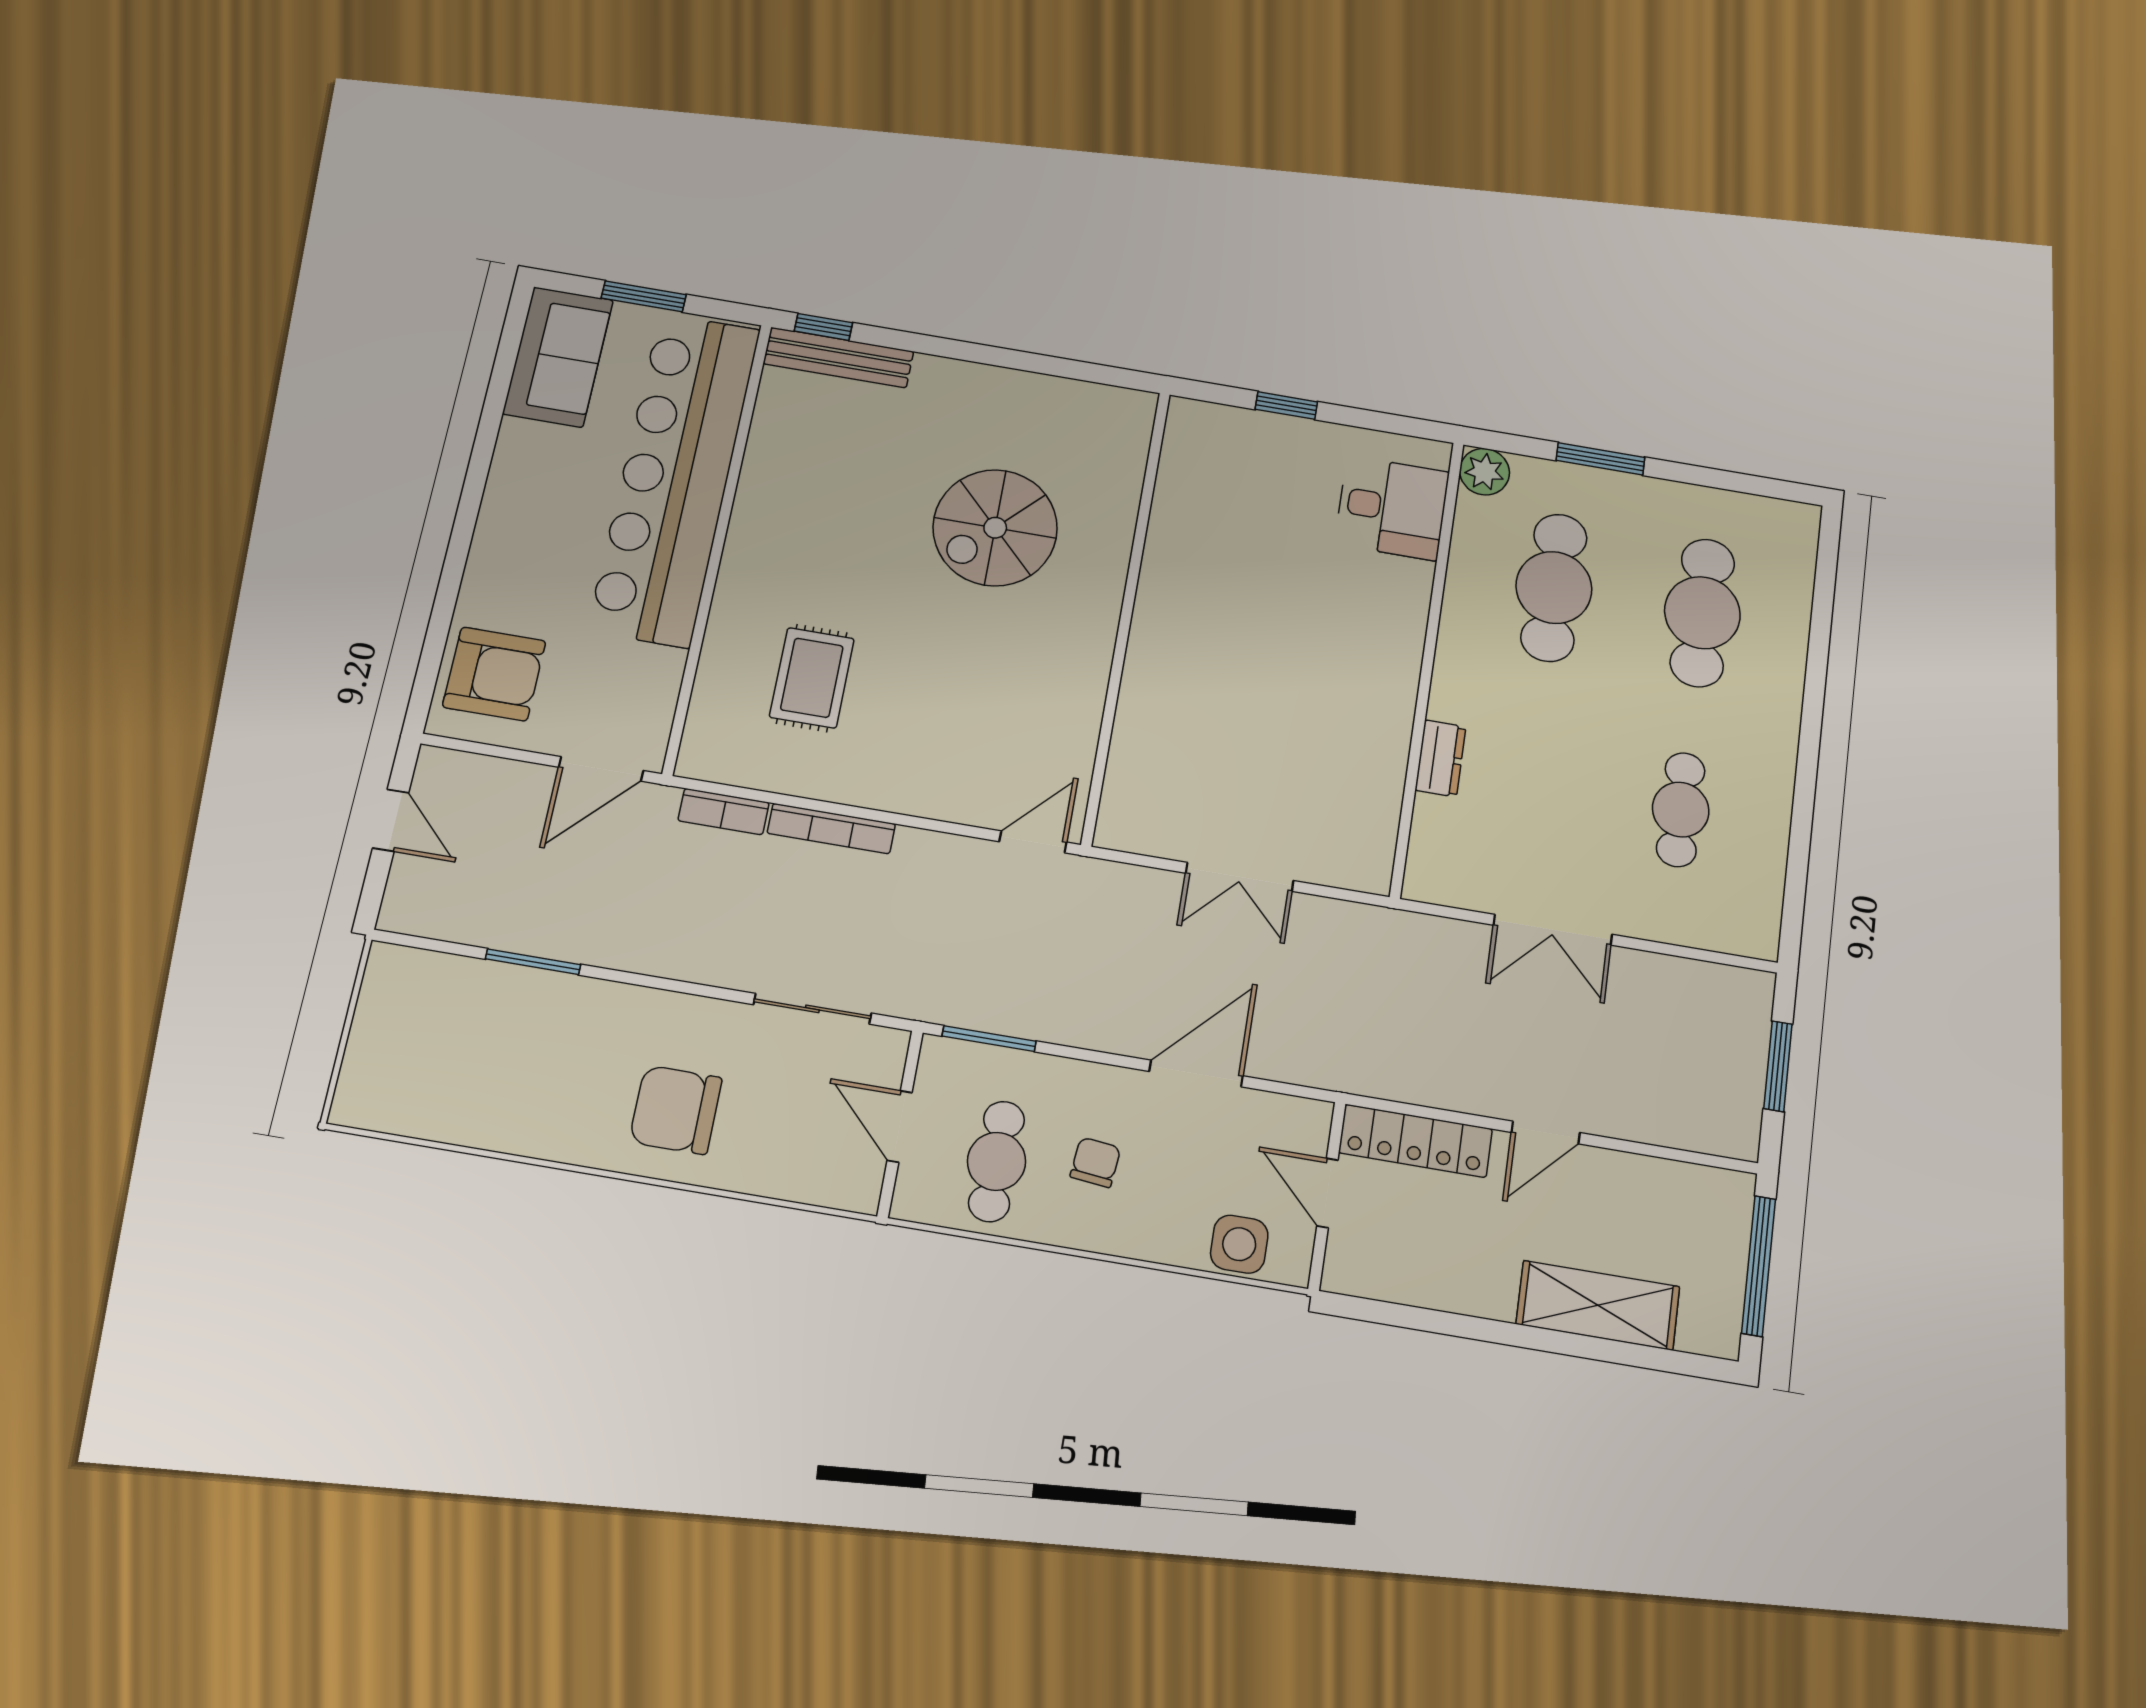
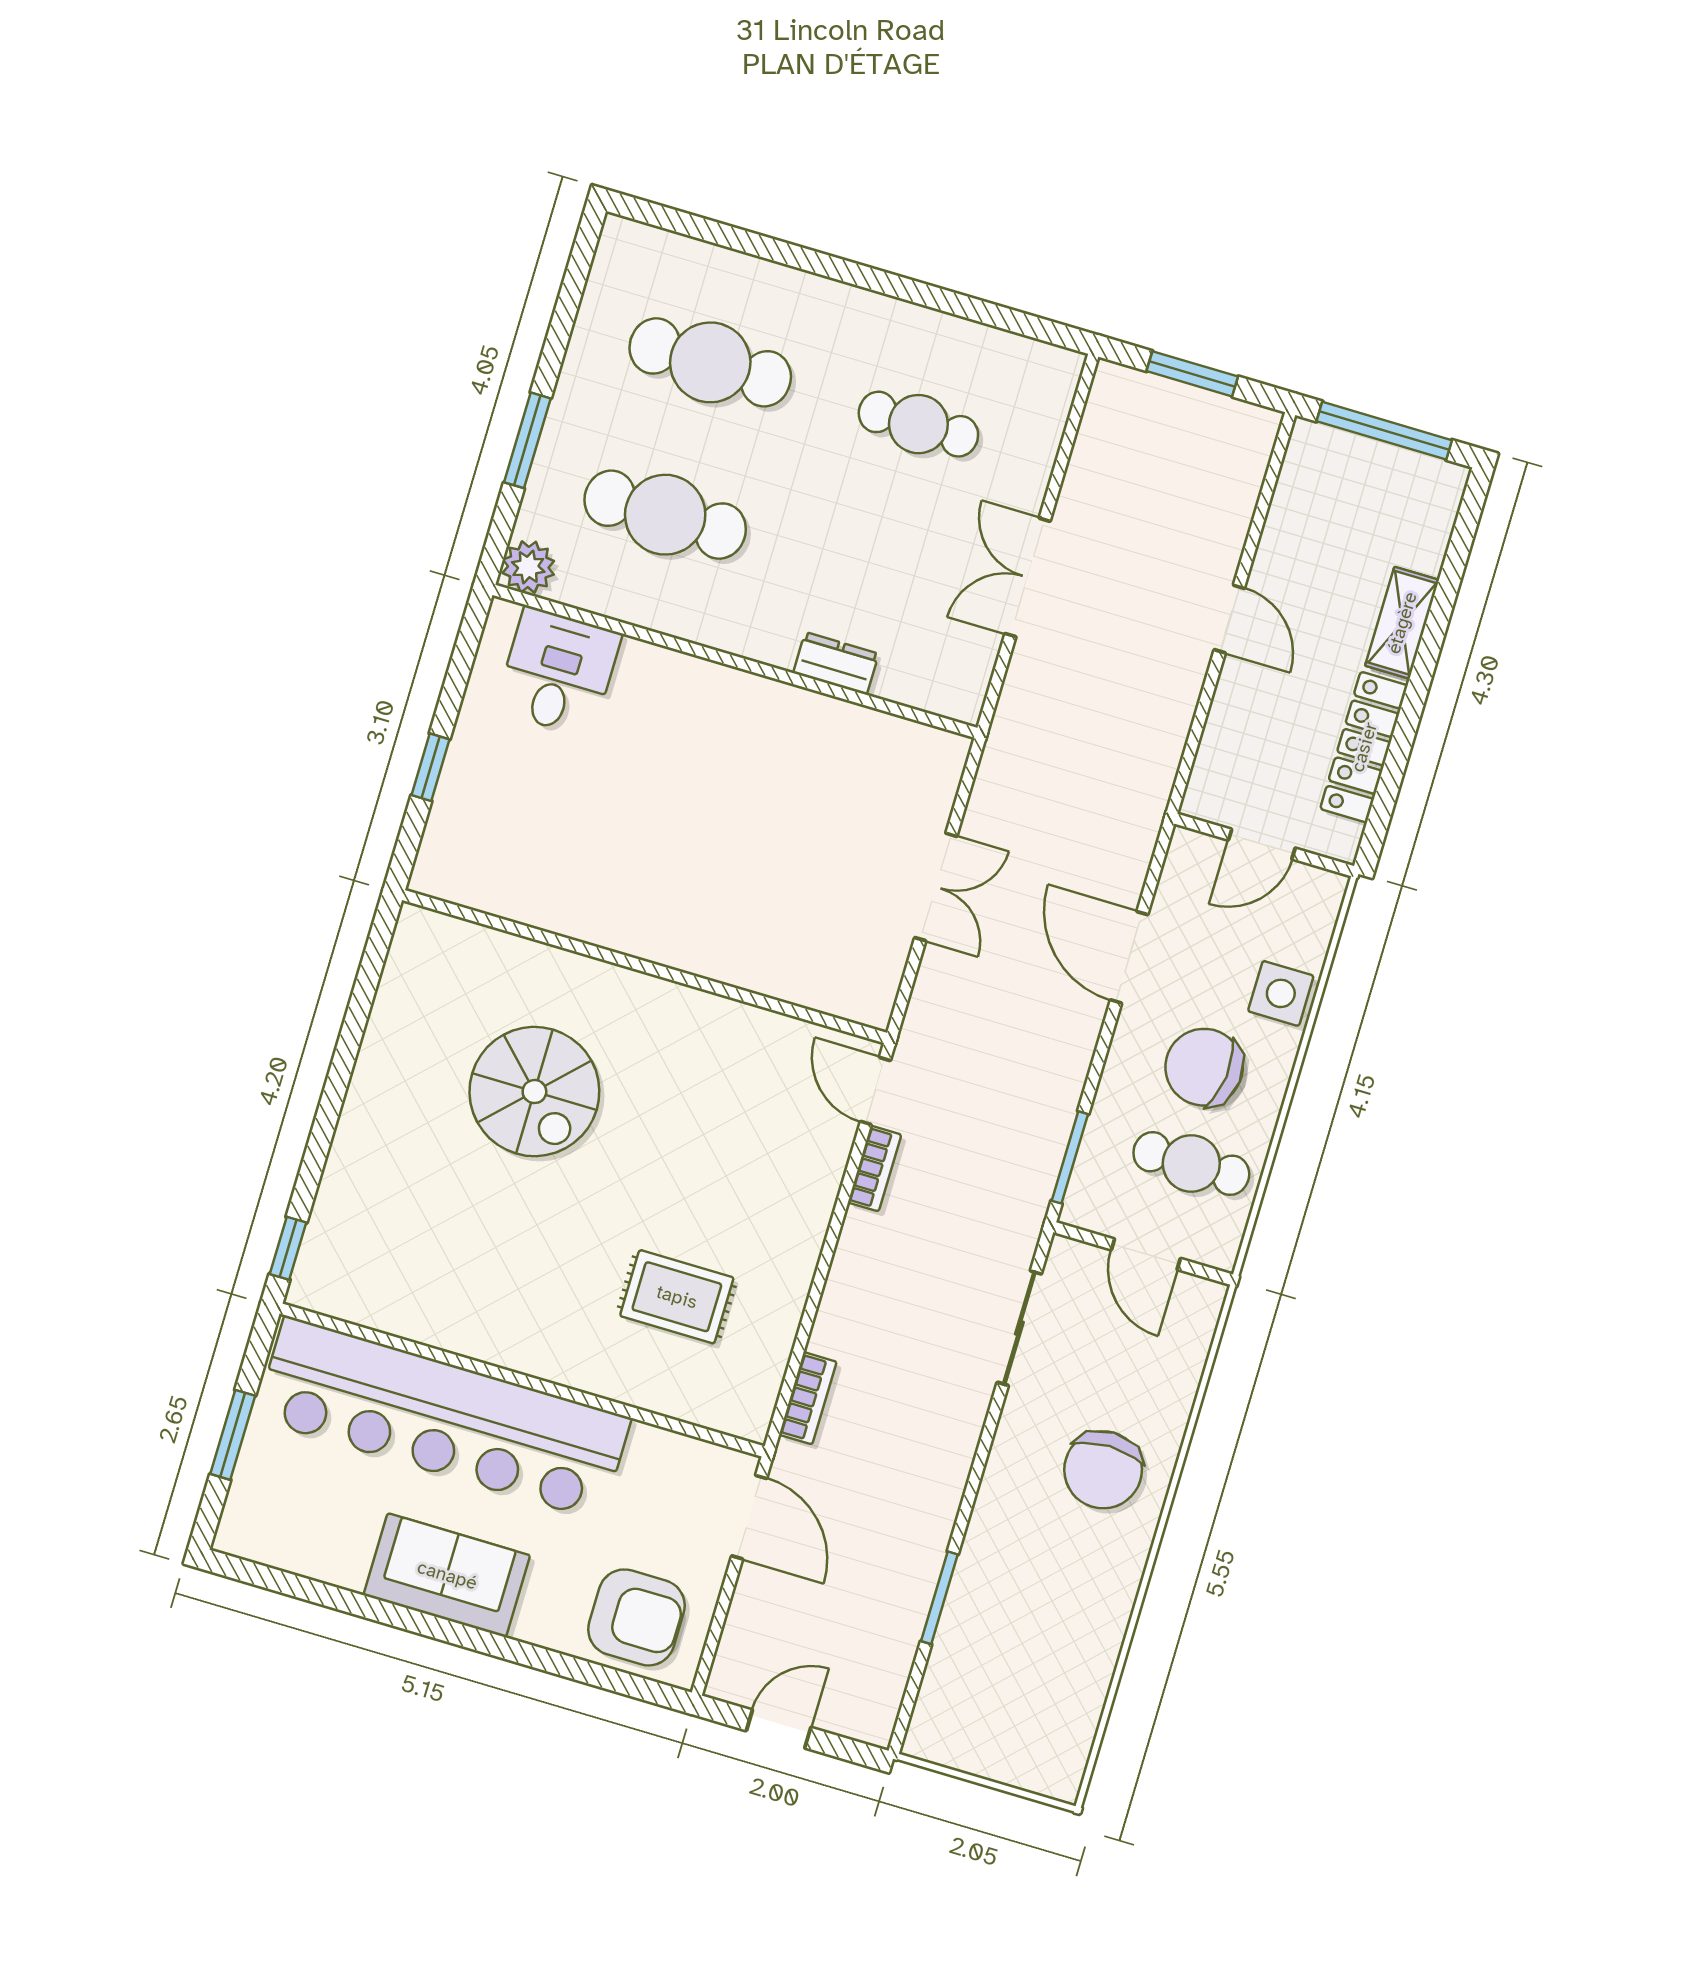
sofa: (558, 357) -> (447, 1575), moved
bench: (838, 358) -> (325, 1236), removed
armchair: (494, 674) -> (636, 1617), turned 90
bookcase: (831, 829) -> (875, 1169), moved, width x0.64
double door: (1553, 930) -> (1028, 577), swing flipped
door: (900, 1126) -> (1146, 1254), hinge flipped
locker: (1415, 1141) -> (1364, 747), moved, turned 180
chair: (1095, 1162) -> (1204, 1067), width x1.87, depth x1.87
side table: (1239, 1244) -> (1281, 993), moved
shelving: (1598, 1305) -> (1402, 623), width x0.67, depth x0.75

